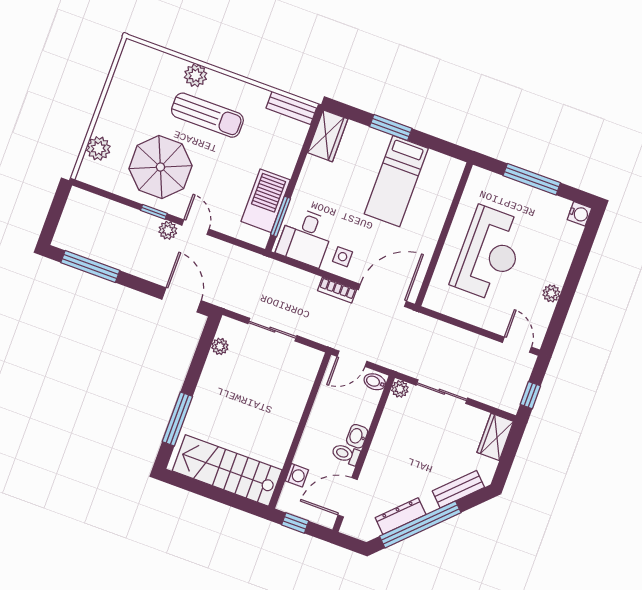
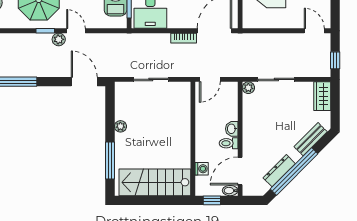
side table: (343, 257) -> (179, 15), removed
plant: (220, 346) -> (120, 126), moved
bidet: (375, 382) -> (230, 191), moved

